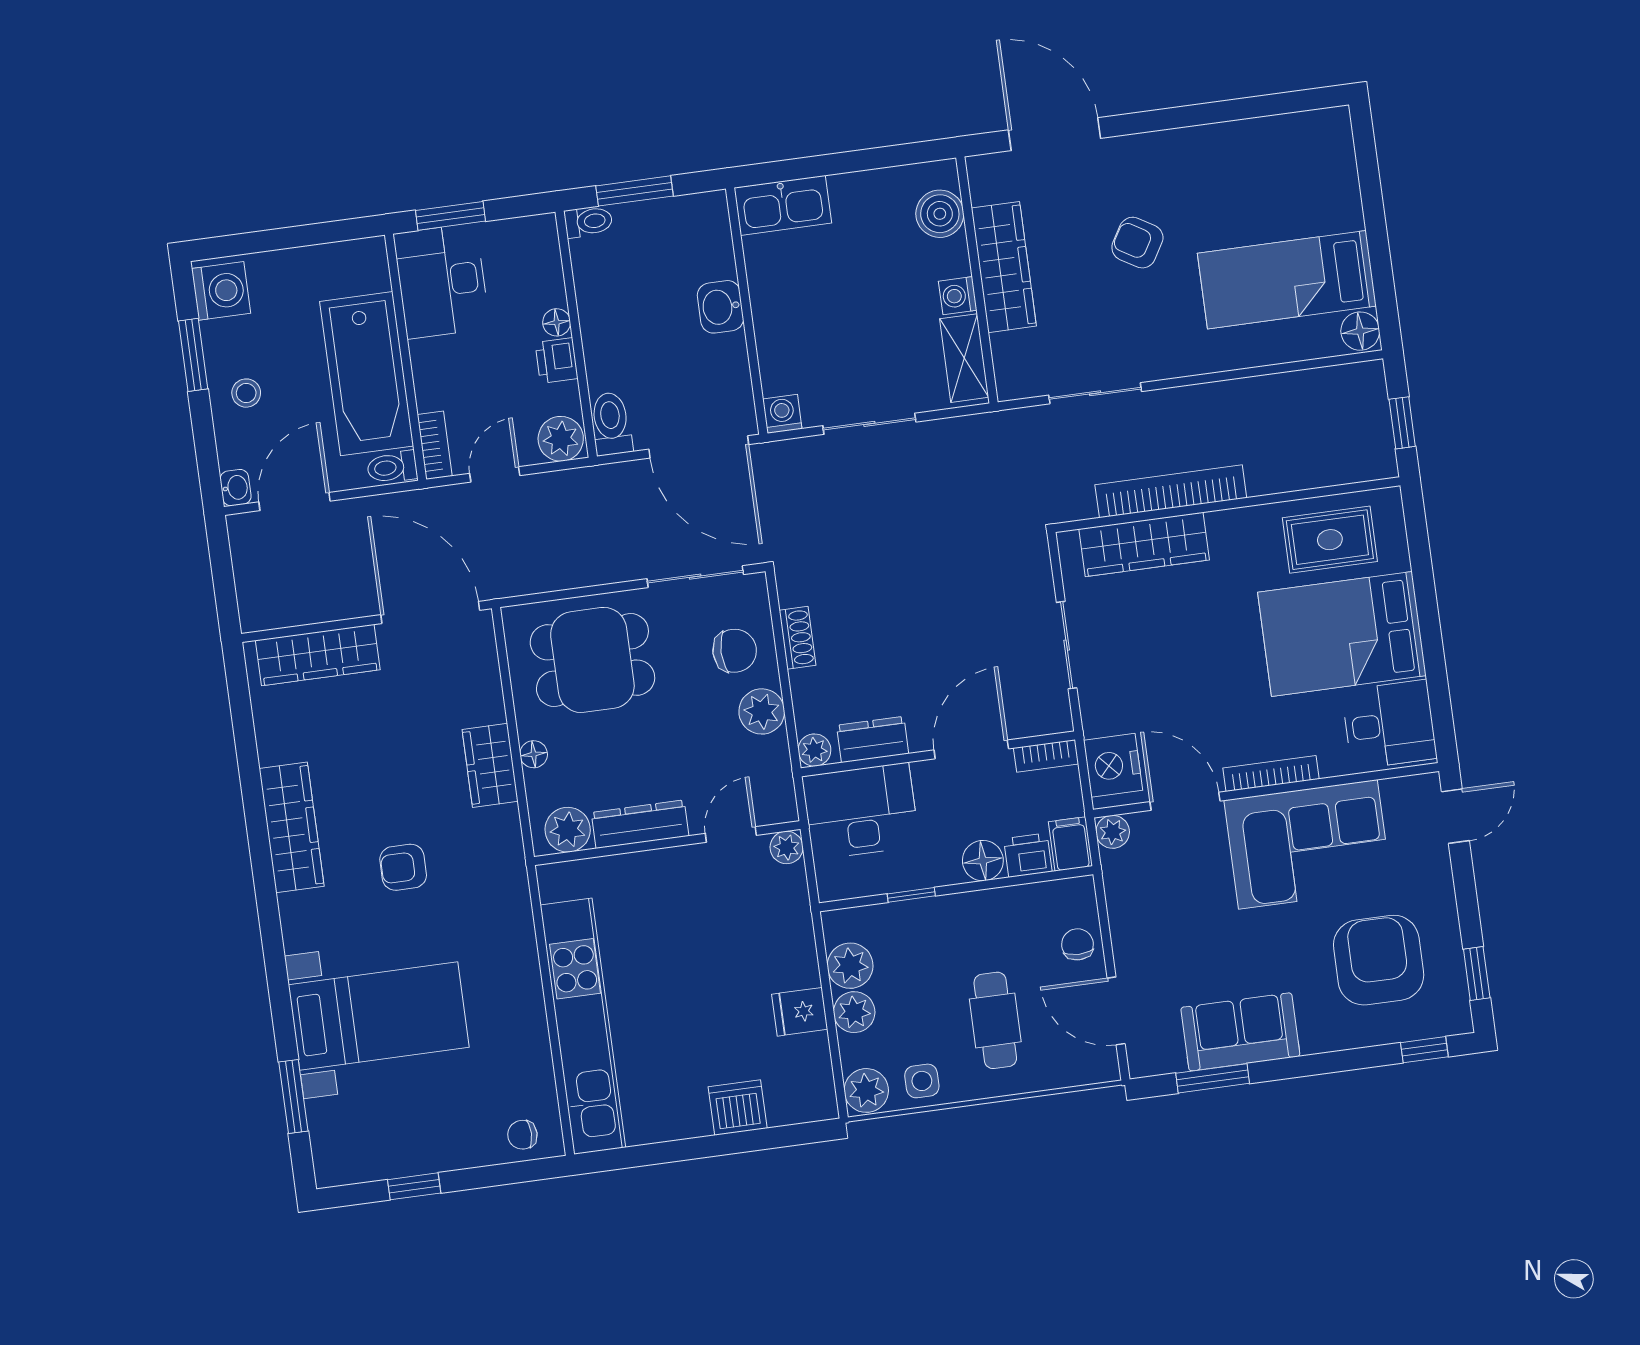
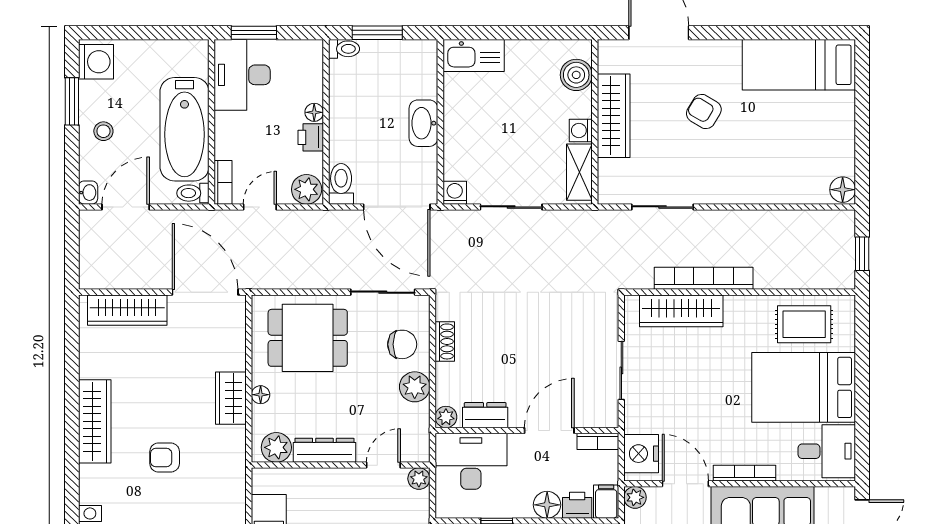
bed: (1287, 280) -> (799, 65), moved
washbasin: (720, 307) -> (423, 123), width x1.38

